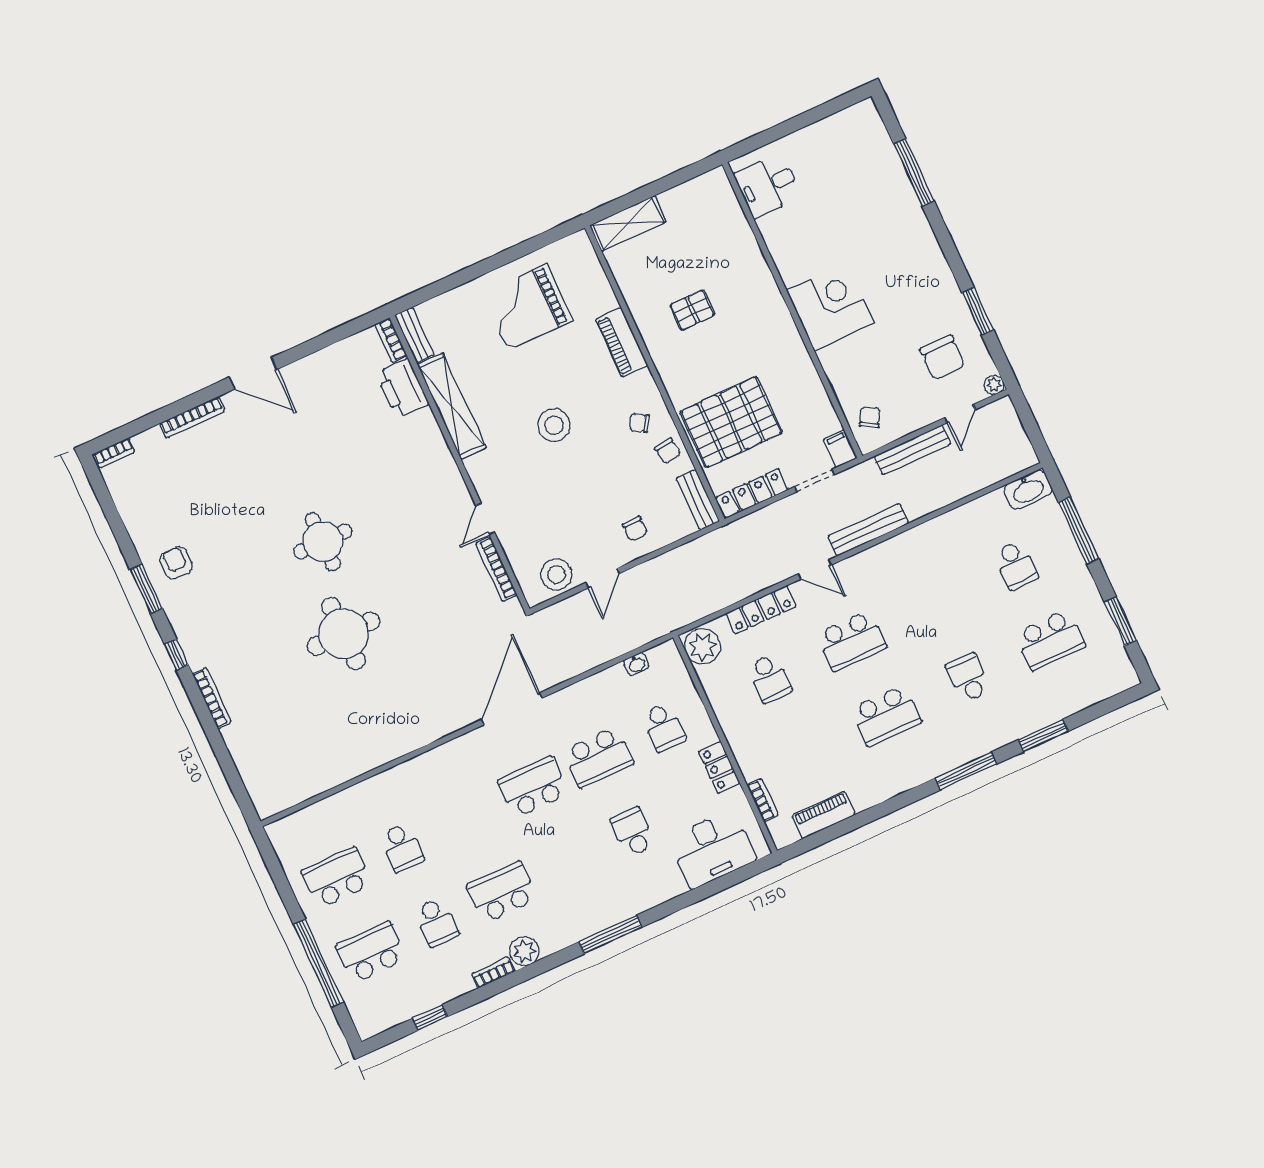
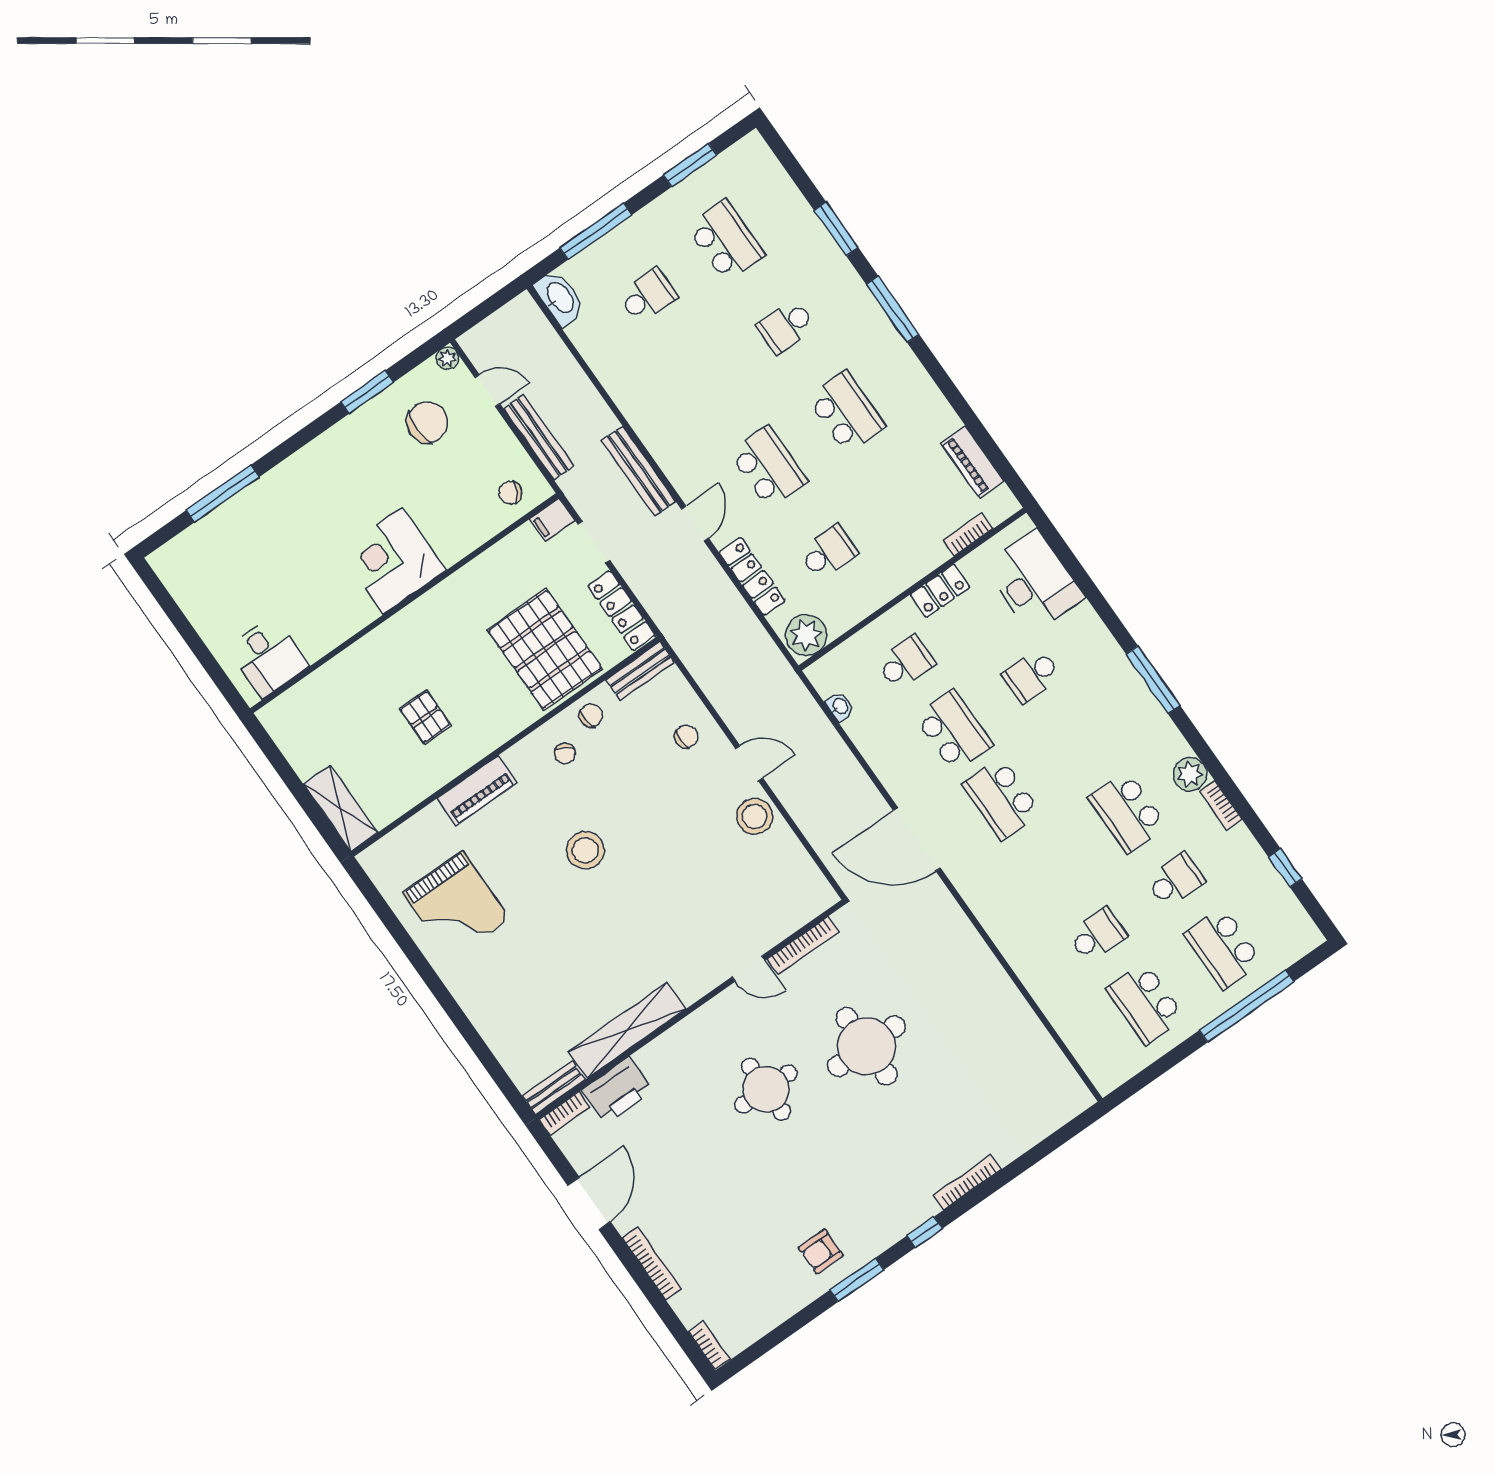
bench: (414, 335) -> (554, 1088), moved
bookcase: (391, 340) -> (565, 1113), moved
printer: (402, 388) -> (617, 1090), moved
shelving: (452, 406) -> (627, 1030), moved
wall: (460, 463) -> (690, 1010), moved
door: (485, 519) -> (748, 969), moved
bookcase: (496, 569) -> (803, 946), moved

